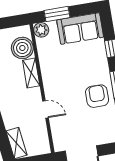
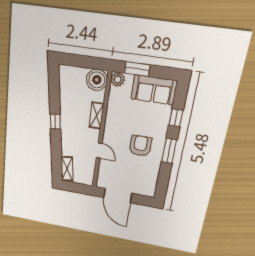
boiler: (22, 48) -> (97, 80), moved
armchair: (97, 96) -> (140, 146), moved

